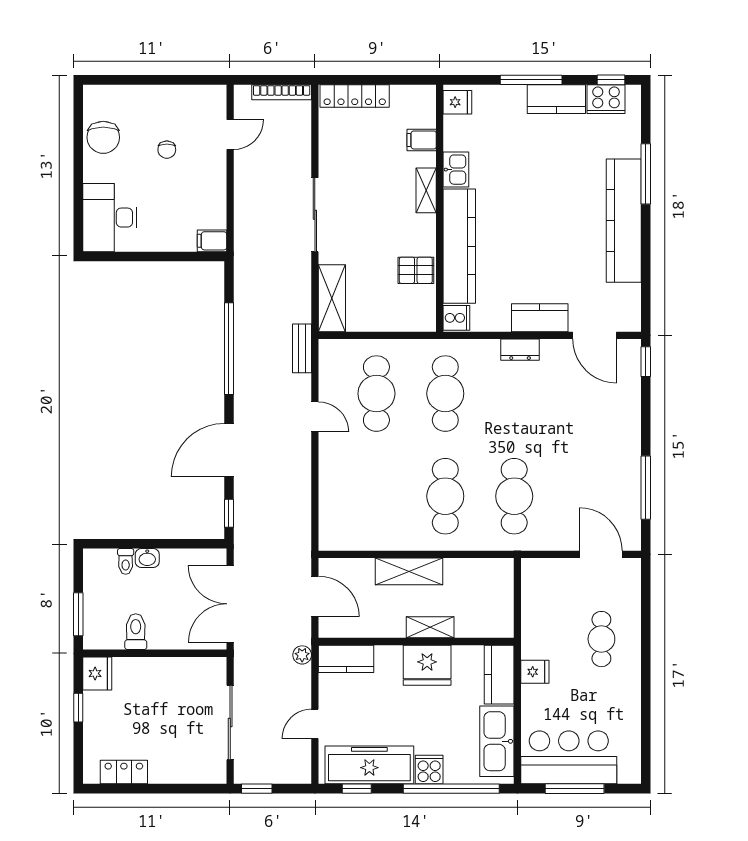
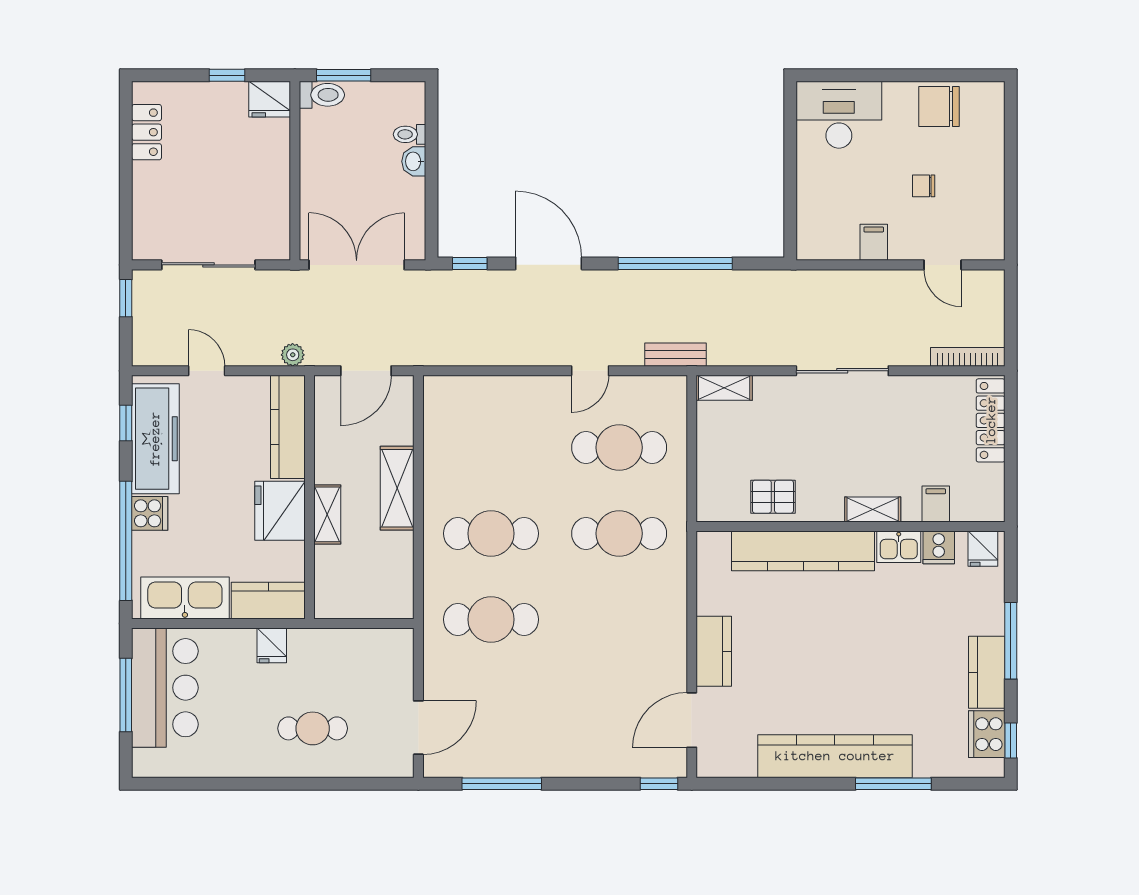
bookcase: (282, 92) -> (968, 357), moved, turned 90
filing cabinet: (212, 241) -> (874, 242), moved
pallet: (416, 270) -> (773, 497), turned 90
shelving: (332, 298) -> (724, 388), width x0.67, depth x0.75
cooker: (456, 318) -> (939, 547), moved
dresser: (520, 350) -> (674, 627), removed
toilet: (136, 632) -> (322, 95), moved
kitchen counter: (346, 659) -> (288, 427), width x1.50

